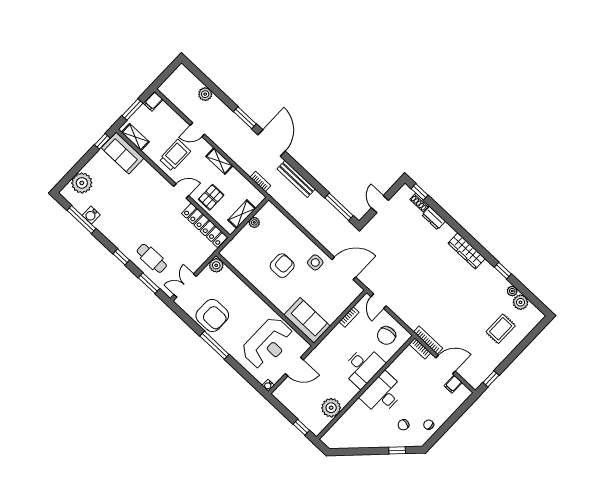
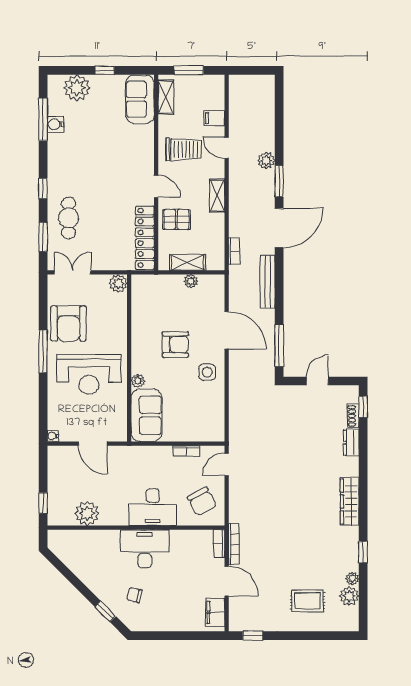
plant: (205, 94) -> (266, 161), moved
filing cabinet: (153, 101) -> (214, 118), moved
window: (102, 141) -> (105, 70), moved
door: (344, 268) -> (227, 330), moved
plant: (283, 307) -> (138, 381), added
chair: (387, 335) -> (202, 502), turned -107
reception desk: (268, 343) -> (89, 374), moved
filing cabinet: (453, 384) -> (215, 612), width x2.00
chair: (429, 425) -> (156, 618), removed

